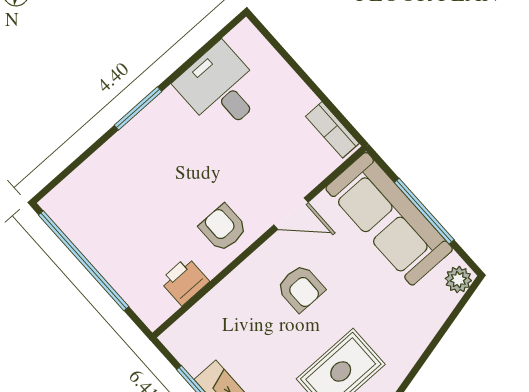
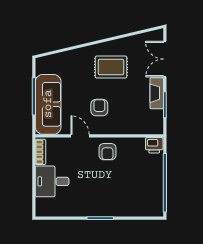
desk: (221, 88) -> (52, 181), moved, turned 90
plant: (458, 280) -> (43, 63), removed
printer: (184, 281) -> (154, 145), moved

